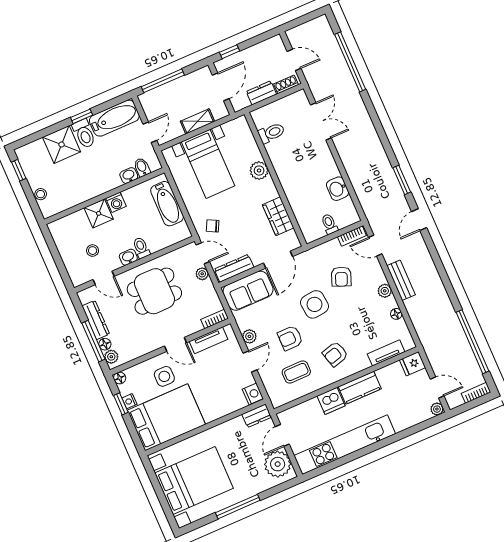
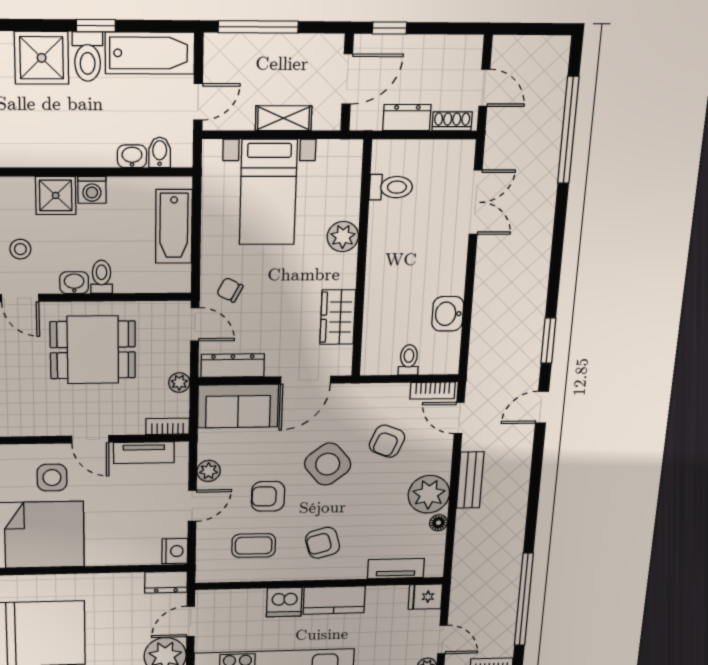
plant: (202, 274) -> (179, 383), moved
plant: (385, 291) -> (429, 494), width x1.88, depth x1.88
side table: (315, 304) -> (328, 464), turned -33

